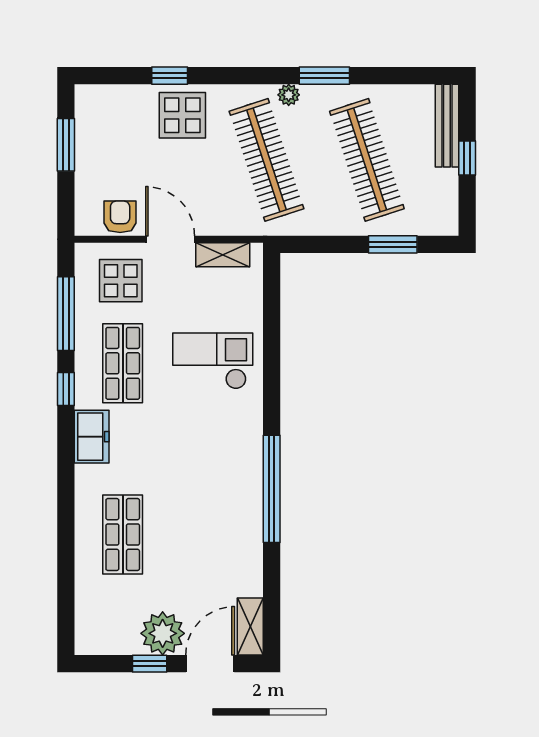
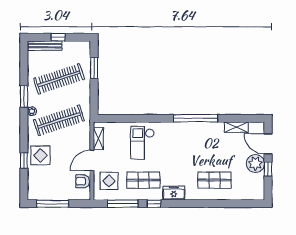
window: (66, 145) -> (53, 204), width x1.44
shelving: (250, 626) -> (236, 127), moved

